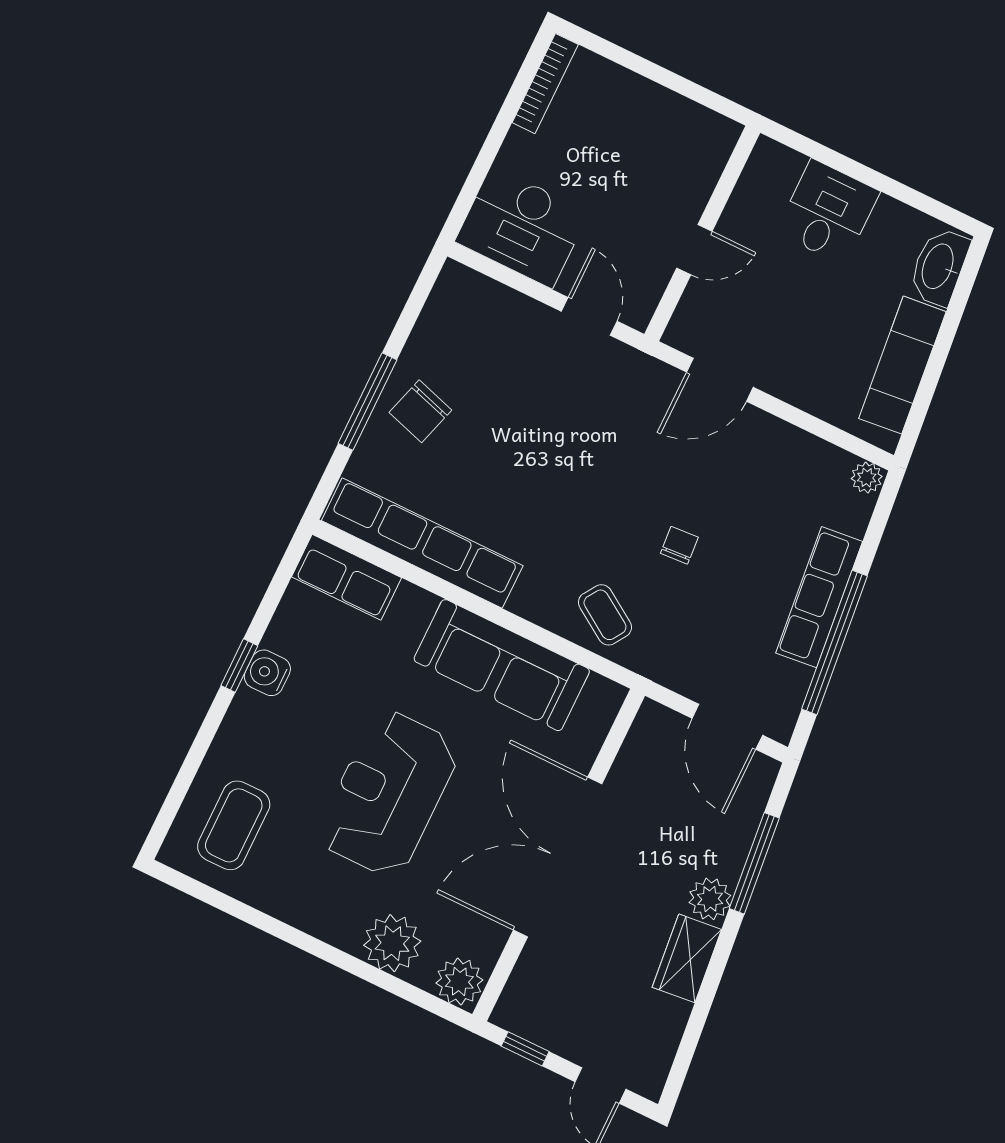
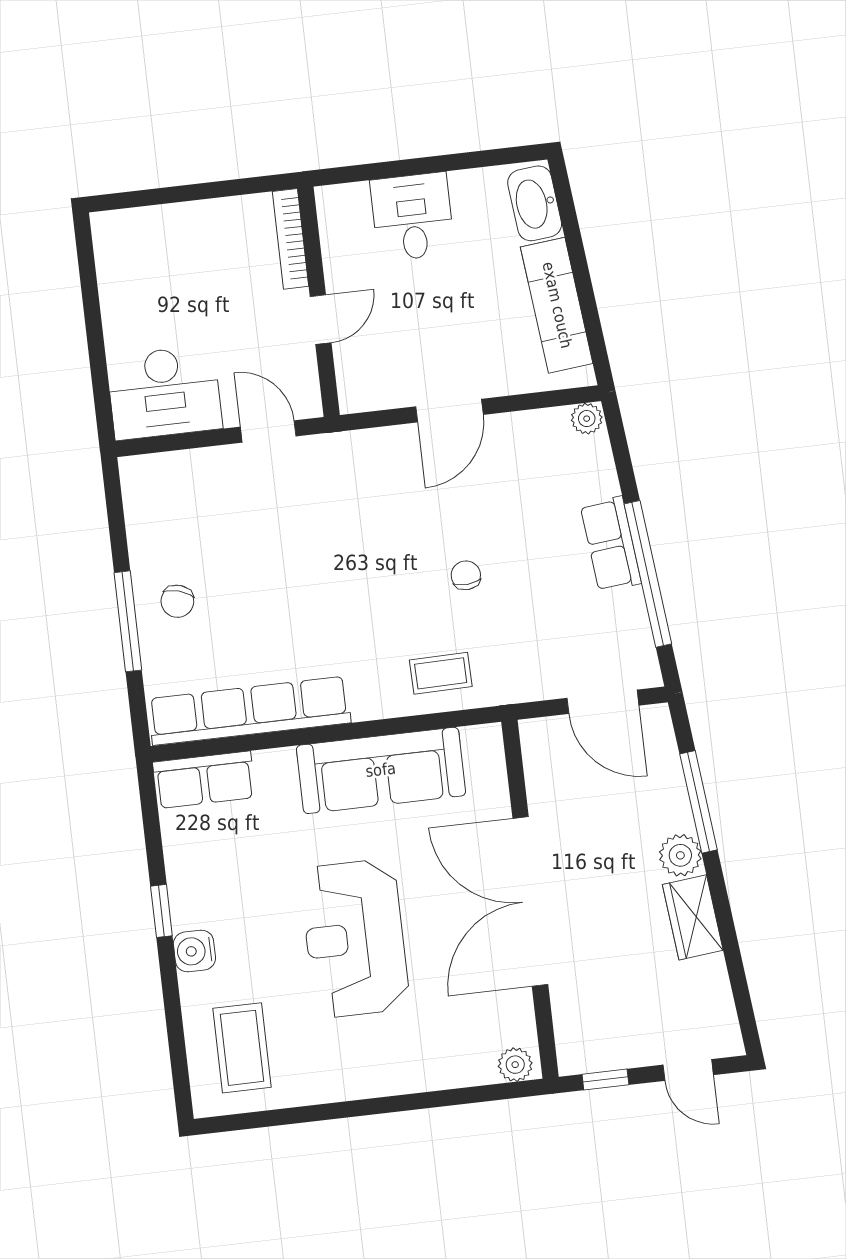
bookcase: (545, 84) -> (290, 239), moved, turned 180
door: (720, 380) -> (449, 411), moved
chair: (420, 411) -> (177, 601), width x0.73, depth x0.73
row of seats: (819, 597) -> (611, 544), width x0.68
coffee table: (605, 615) -> (441, 673), turned -34
water cooler: (267, 673) -> (194, 951), moved
plant: (392, 943) -> (438, 1062), removed
plant: (459, 982) -> (515, 1065), width x0.73, depth x0.73

